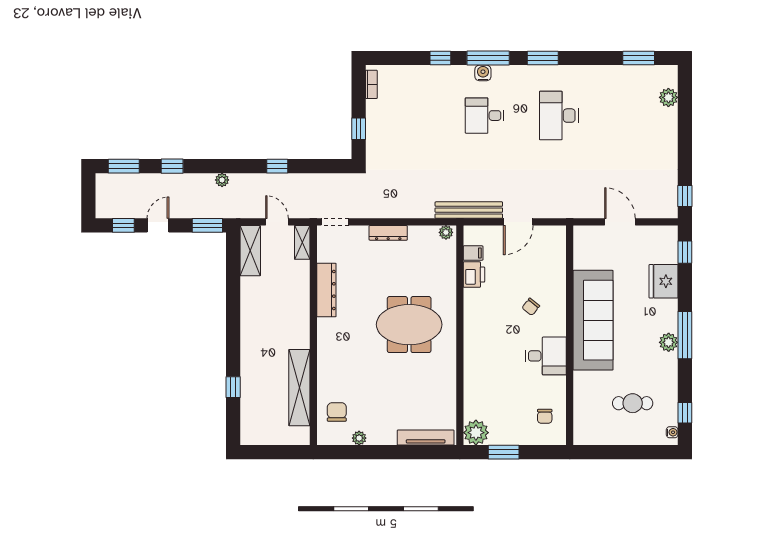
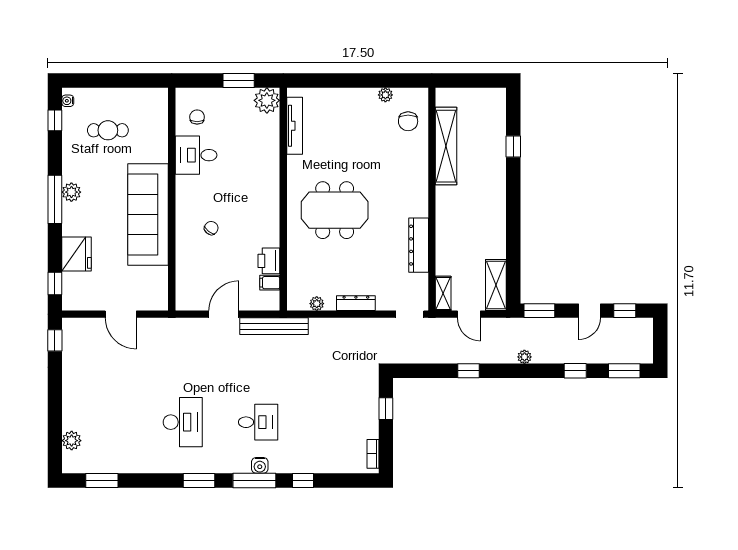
plant: (446, 232) -> (317, 304), moved
desk: (546, 356) -> (196, 155), moved
tv unit: (426, 438) -> (295, 126), moved, turned -90

